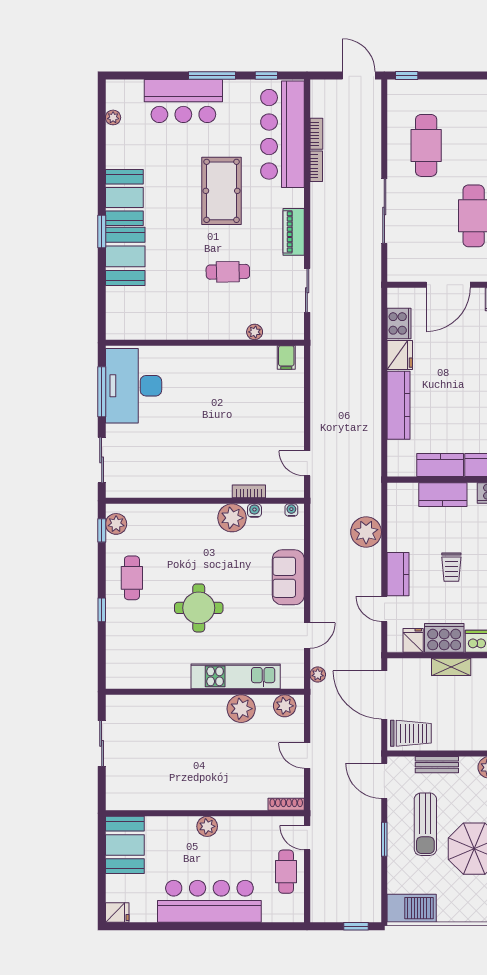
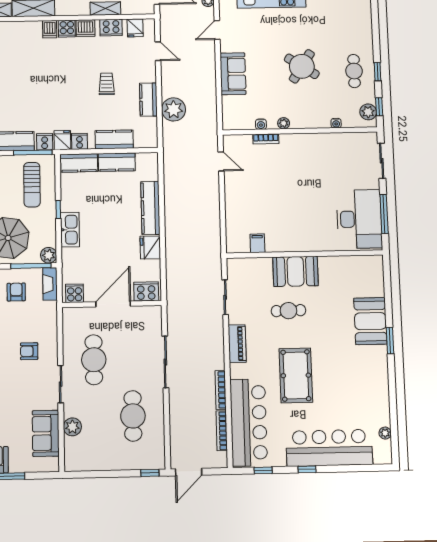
window: (212, 76) -> (307, 469), width x0.46
door: (359, 76) -> (189, 472), hinge flipped
bar counter: (183, 101) -> (329, 448), width x1.36
bookcase: (316, 134) -> (222, 431), width x1.56
bookcase: (316, 166) -> (221, 390), width x1.56
booth: (124, 197) -> (295, 271), moved, turned 90
cooker: (399, 323) -> (146, 291), moved, turned 90
plant: (255, 332) -> (266, 263), removed
filing cabinet: (286, 358) -> (257, 243), moved
water cooler: (291, 510) -> (336, 123), moved
plant: (232, 518) -> (284, 123), width x0.53, depth x0.53
kitchen counter: (398, 574) -> (148, 100), moved
round table: (199, 608) -> (302, 66), moved, turned 33
window: (102, 610) -> (377, 72), moved
cooker: (444, 638) -> (111, 28), width x0.73, depth x0.76

